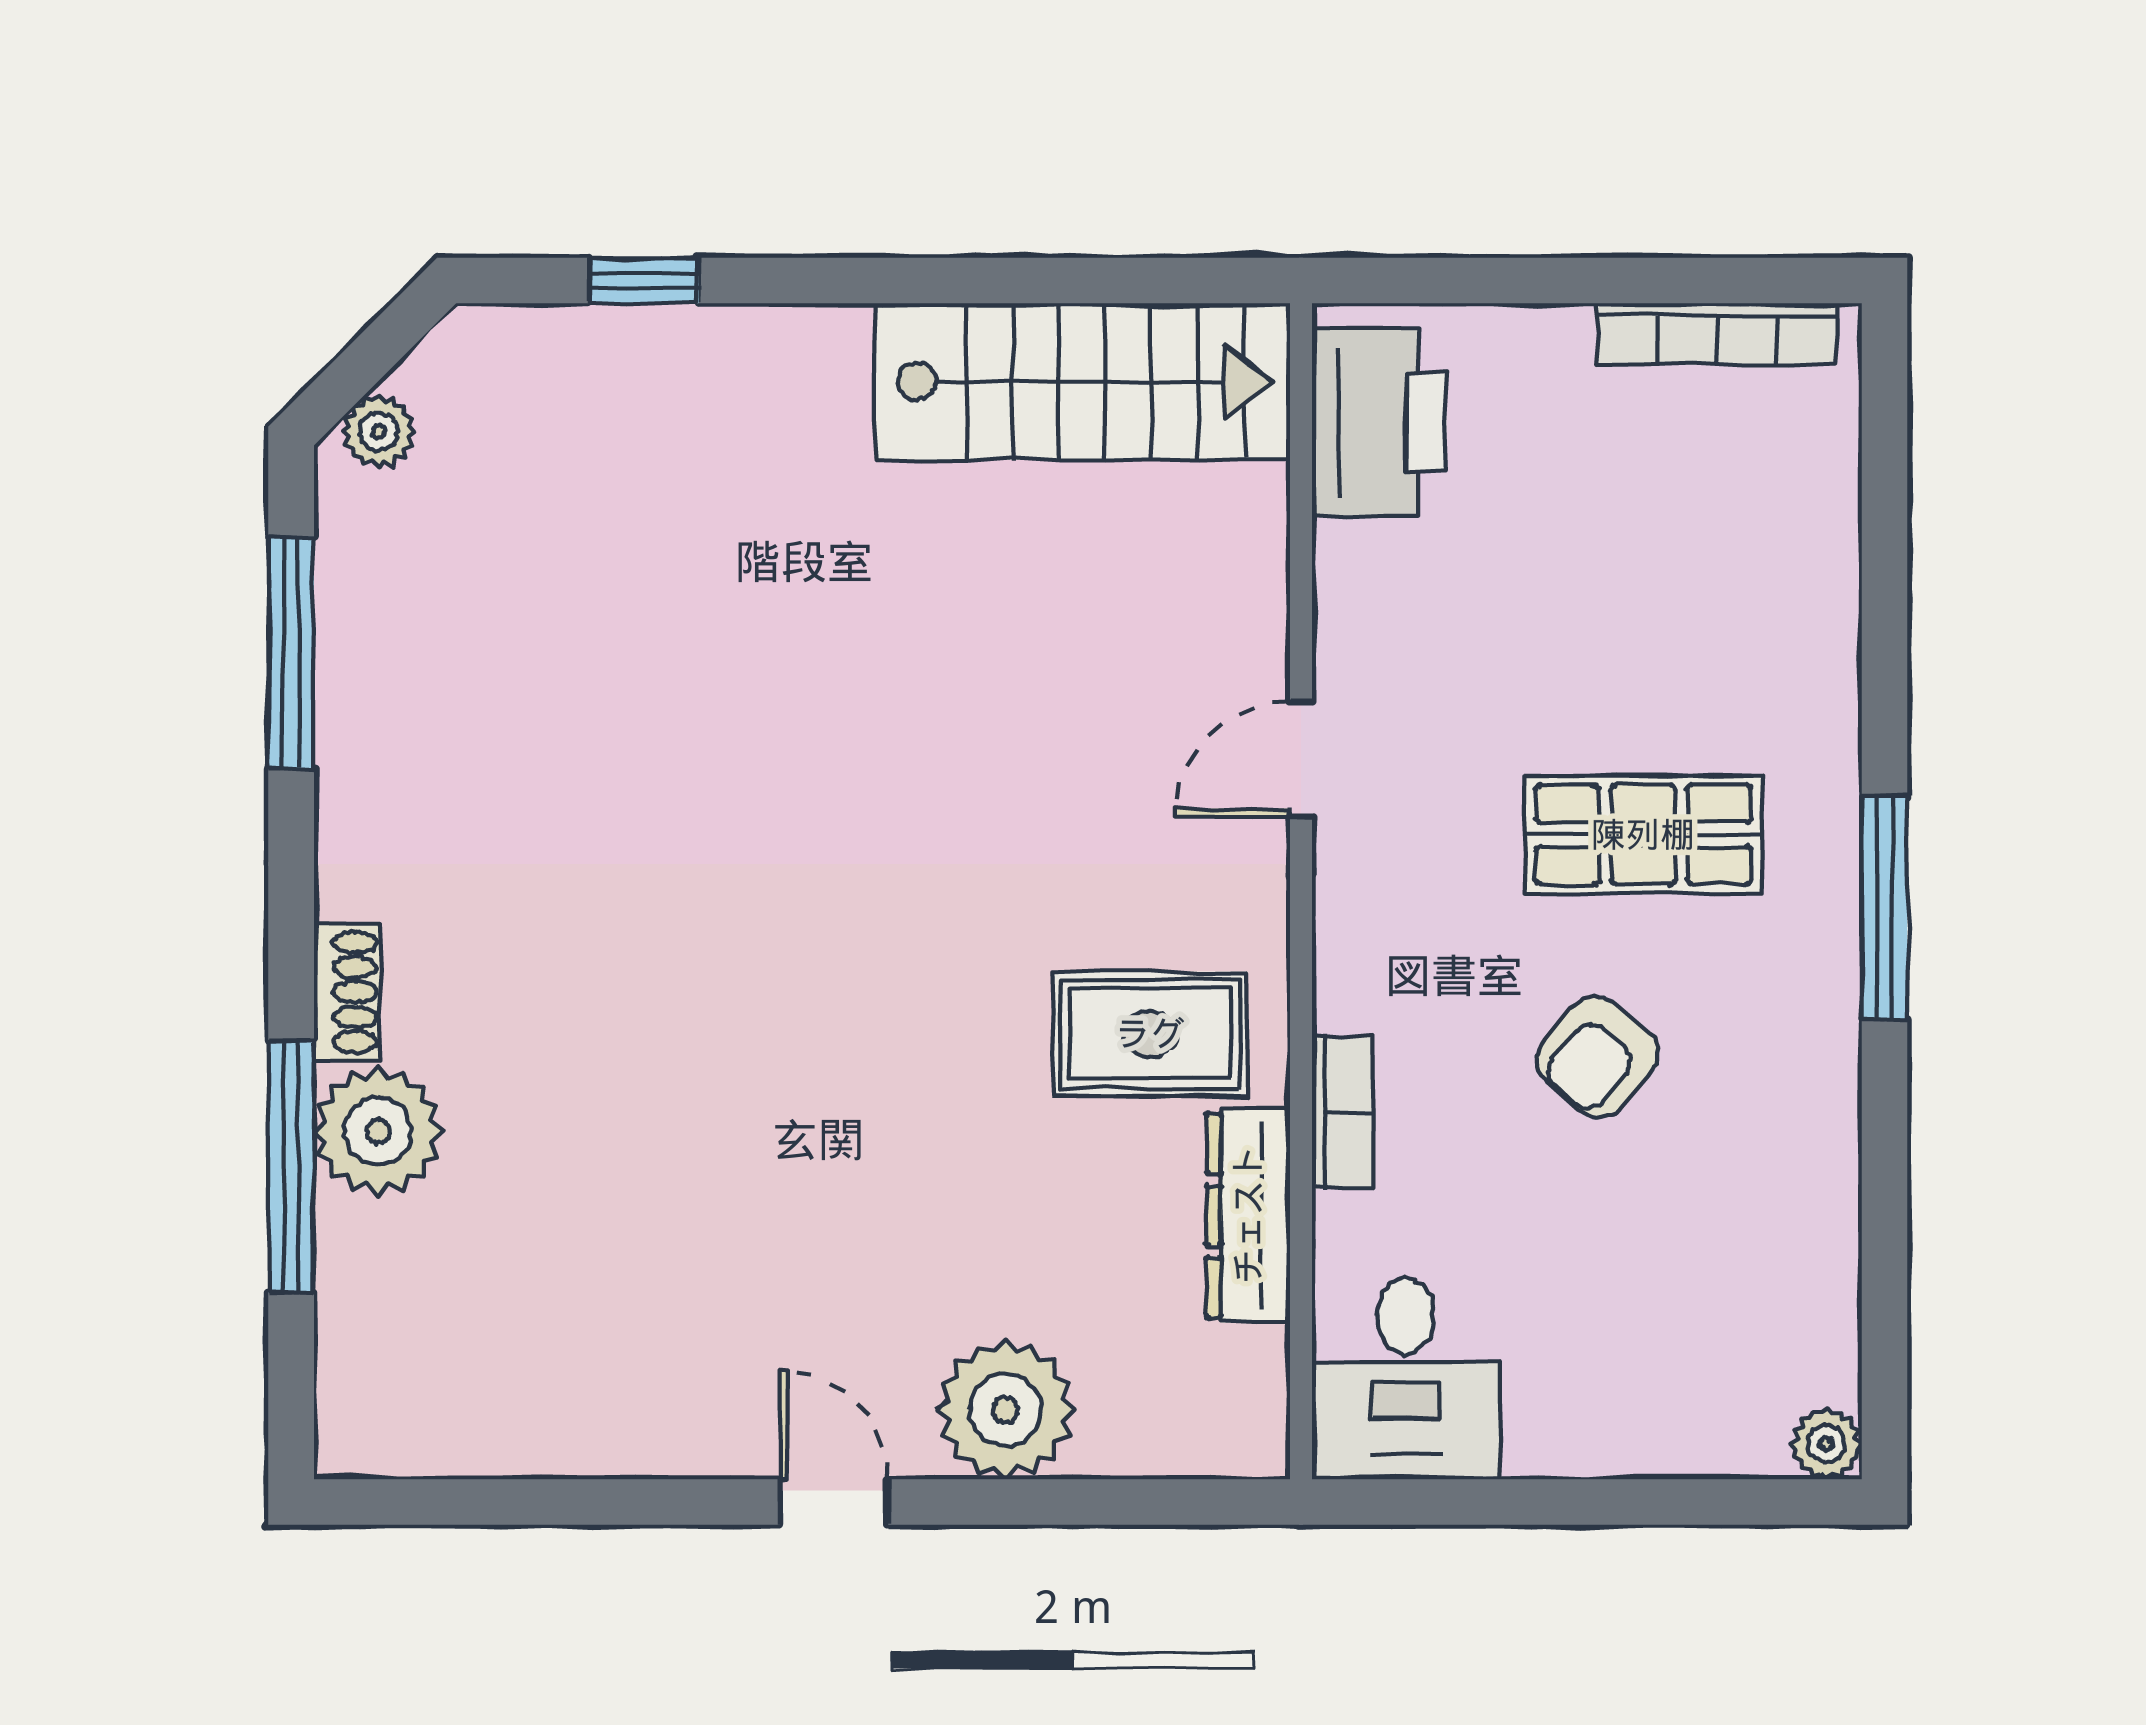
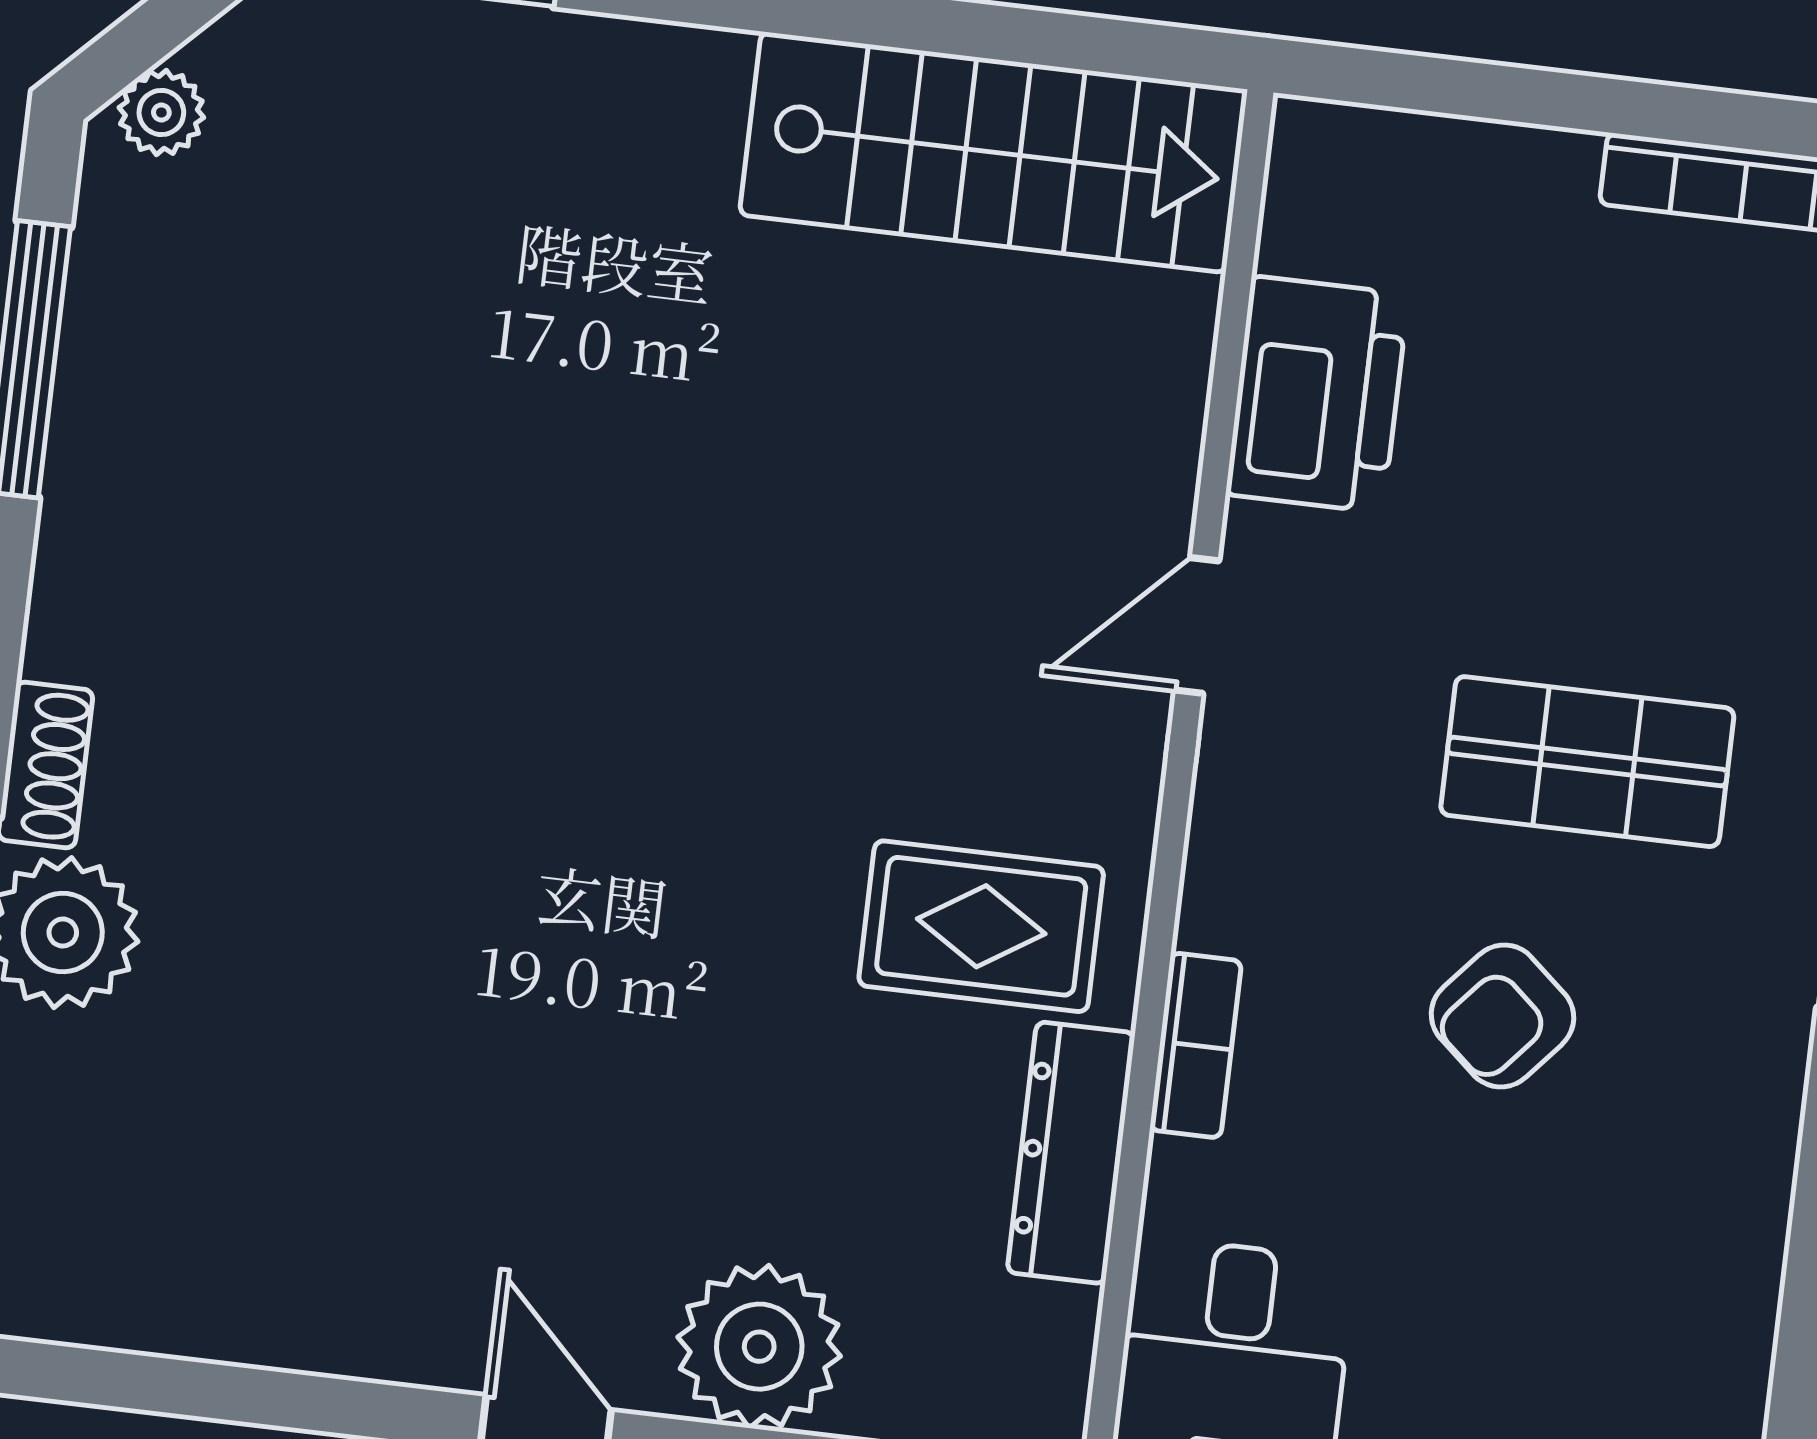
printer: (1379, 422) -> (1317, 394), moved

